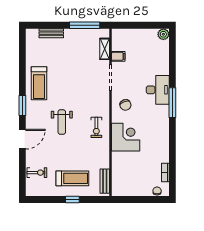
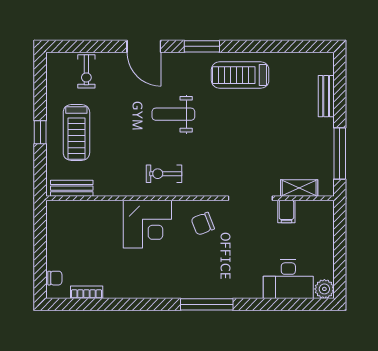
desk: (158, 90) -> (288, 279), moved

